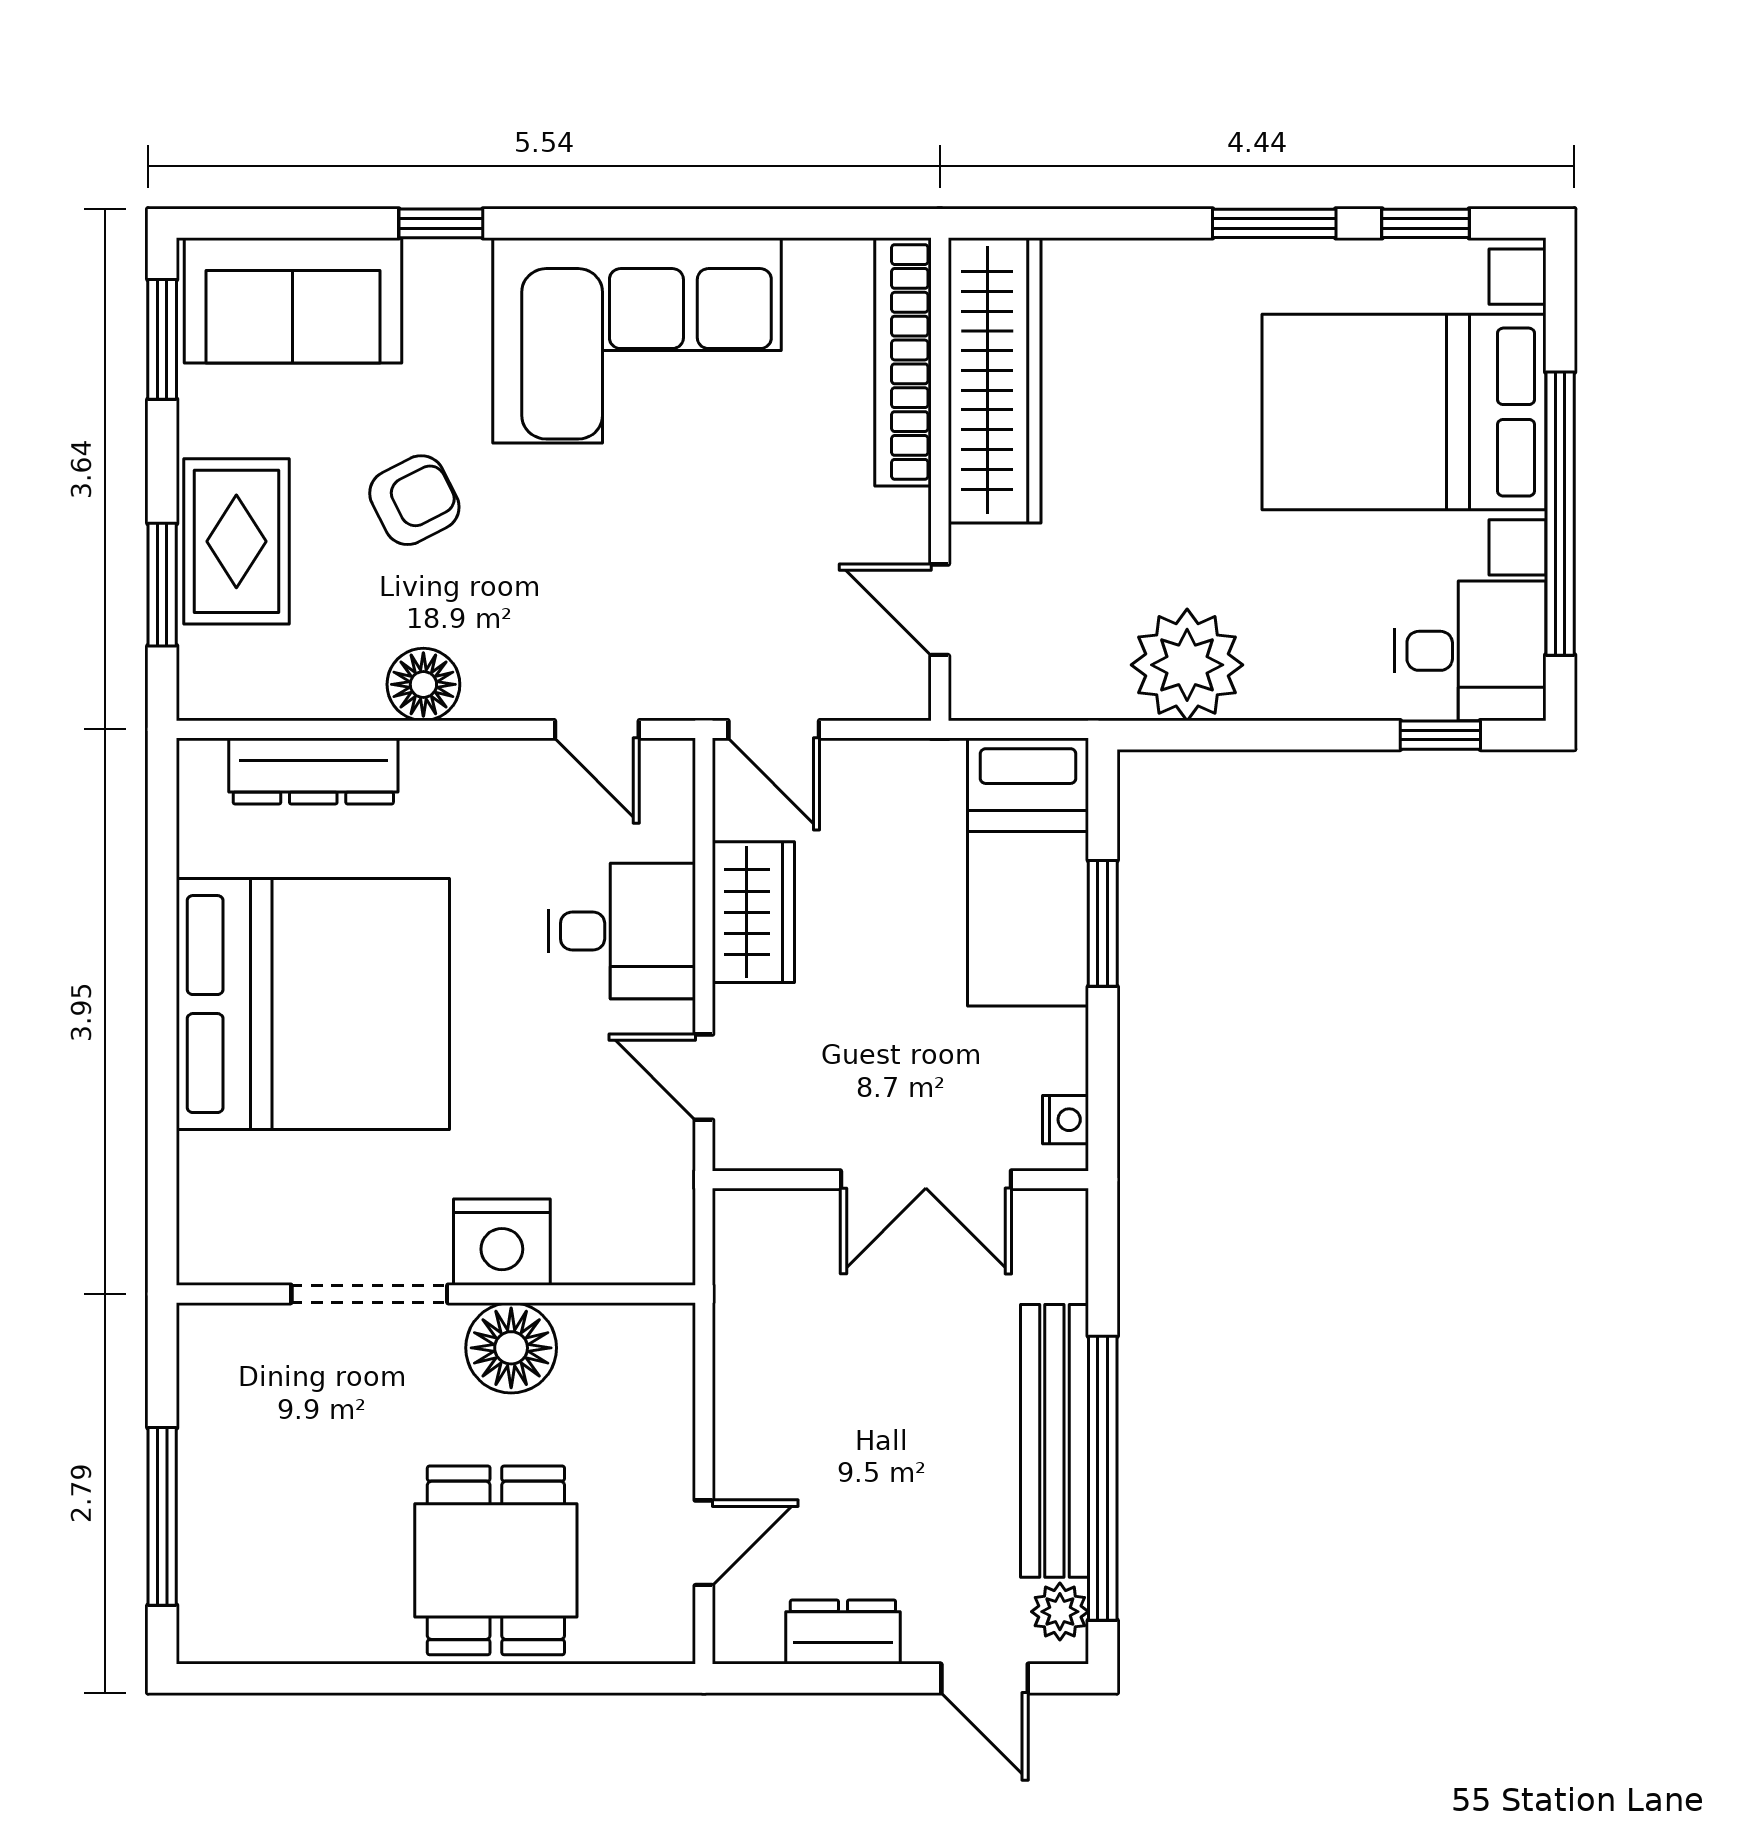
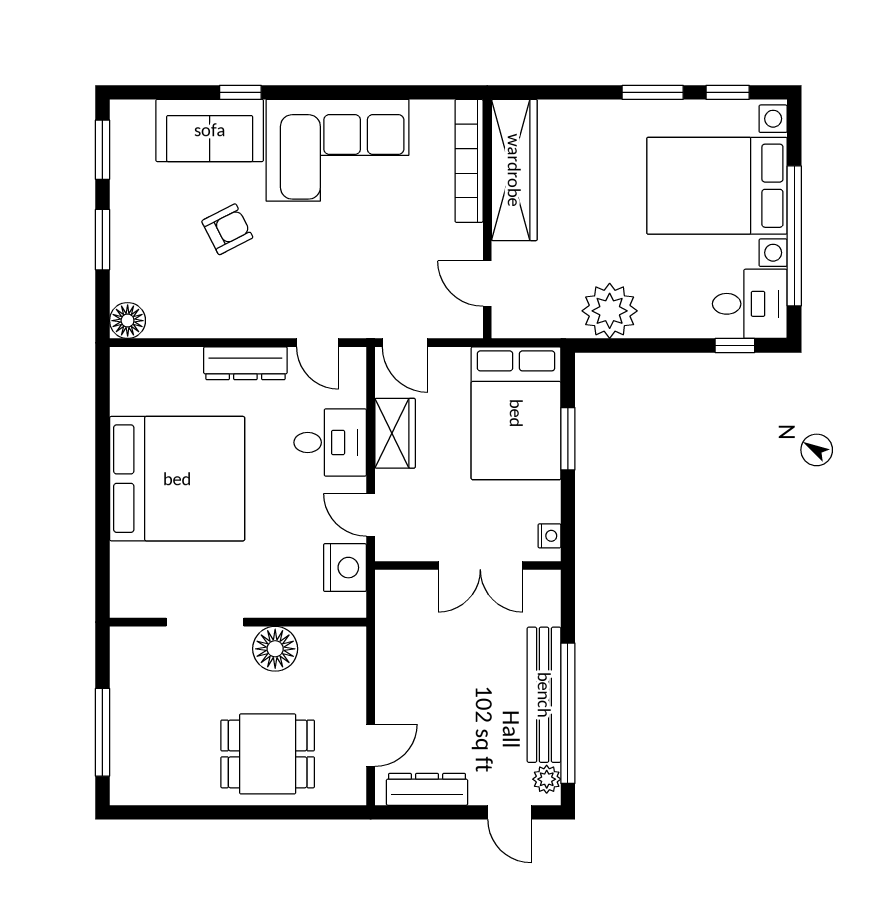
sofa: (293, 300) -> (210, 130), moved
rug: (236, 541) -> (139, 250), removed
window: (162, 585) -> (102, 240), moved
floor lamp: (423, 684) -> (128, 321), moved
dresser: (313, 771) -> (245, 363), moved
bed: (1028, 872) -> (516, 413), width x1.50
nightstand: (502, 1242) -> (345, 568), moved, turned -90
dining table: (496, 1560) -> (268, 754), turned 90
dresser: (843, 1632) -> (427, 789), width x1.44

